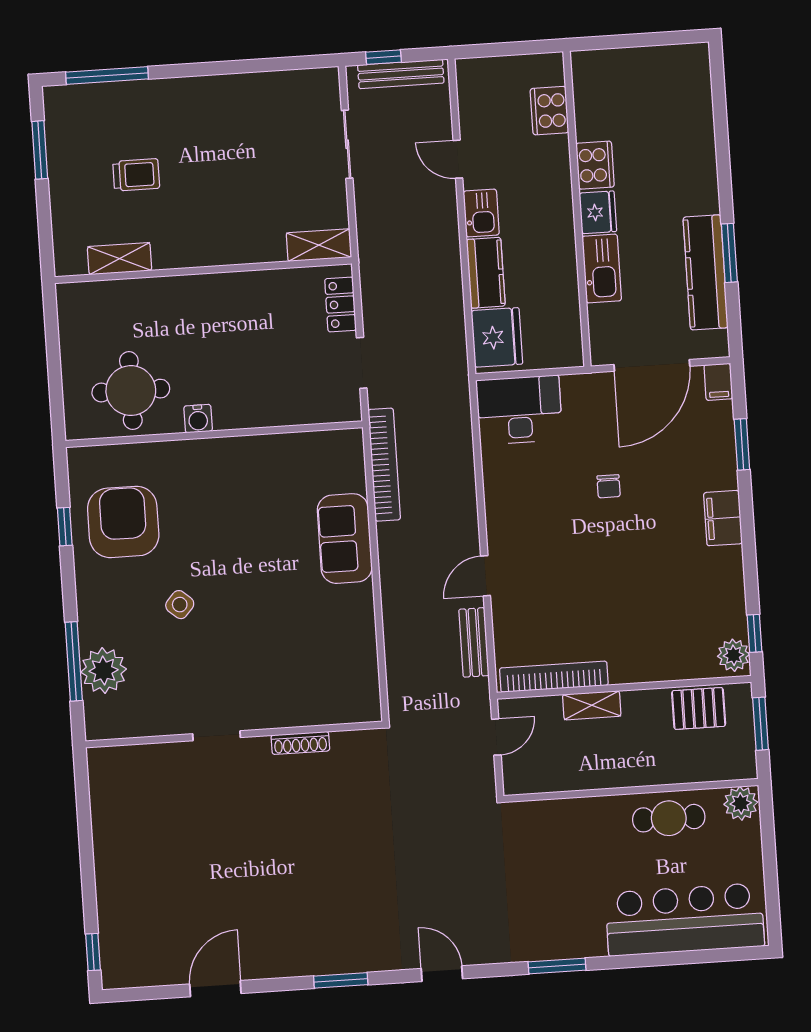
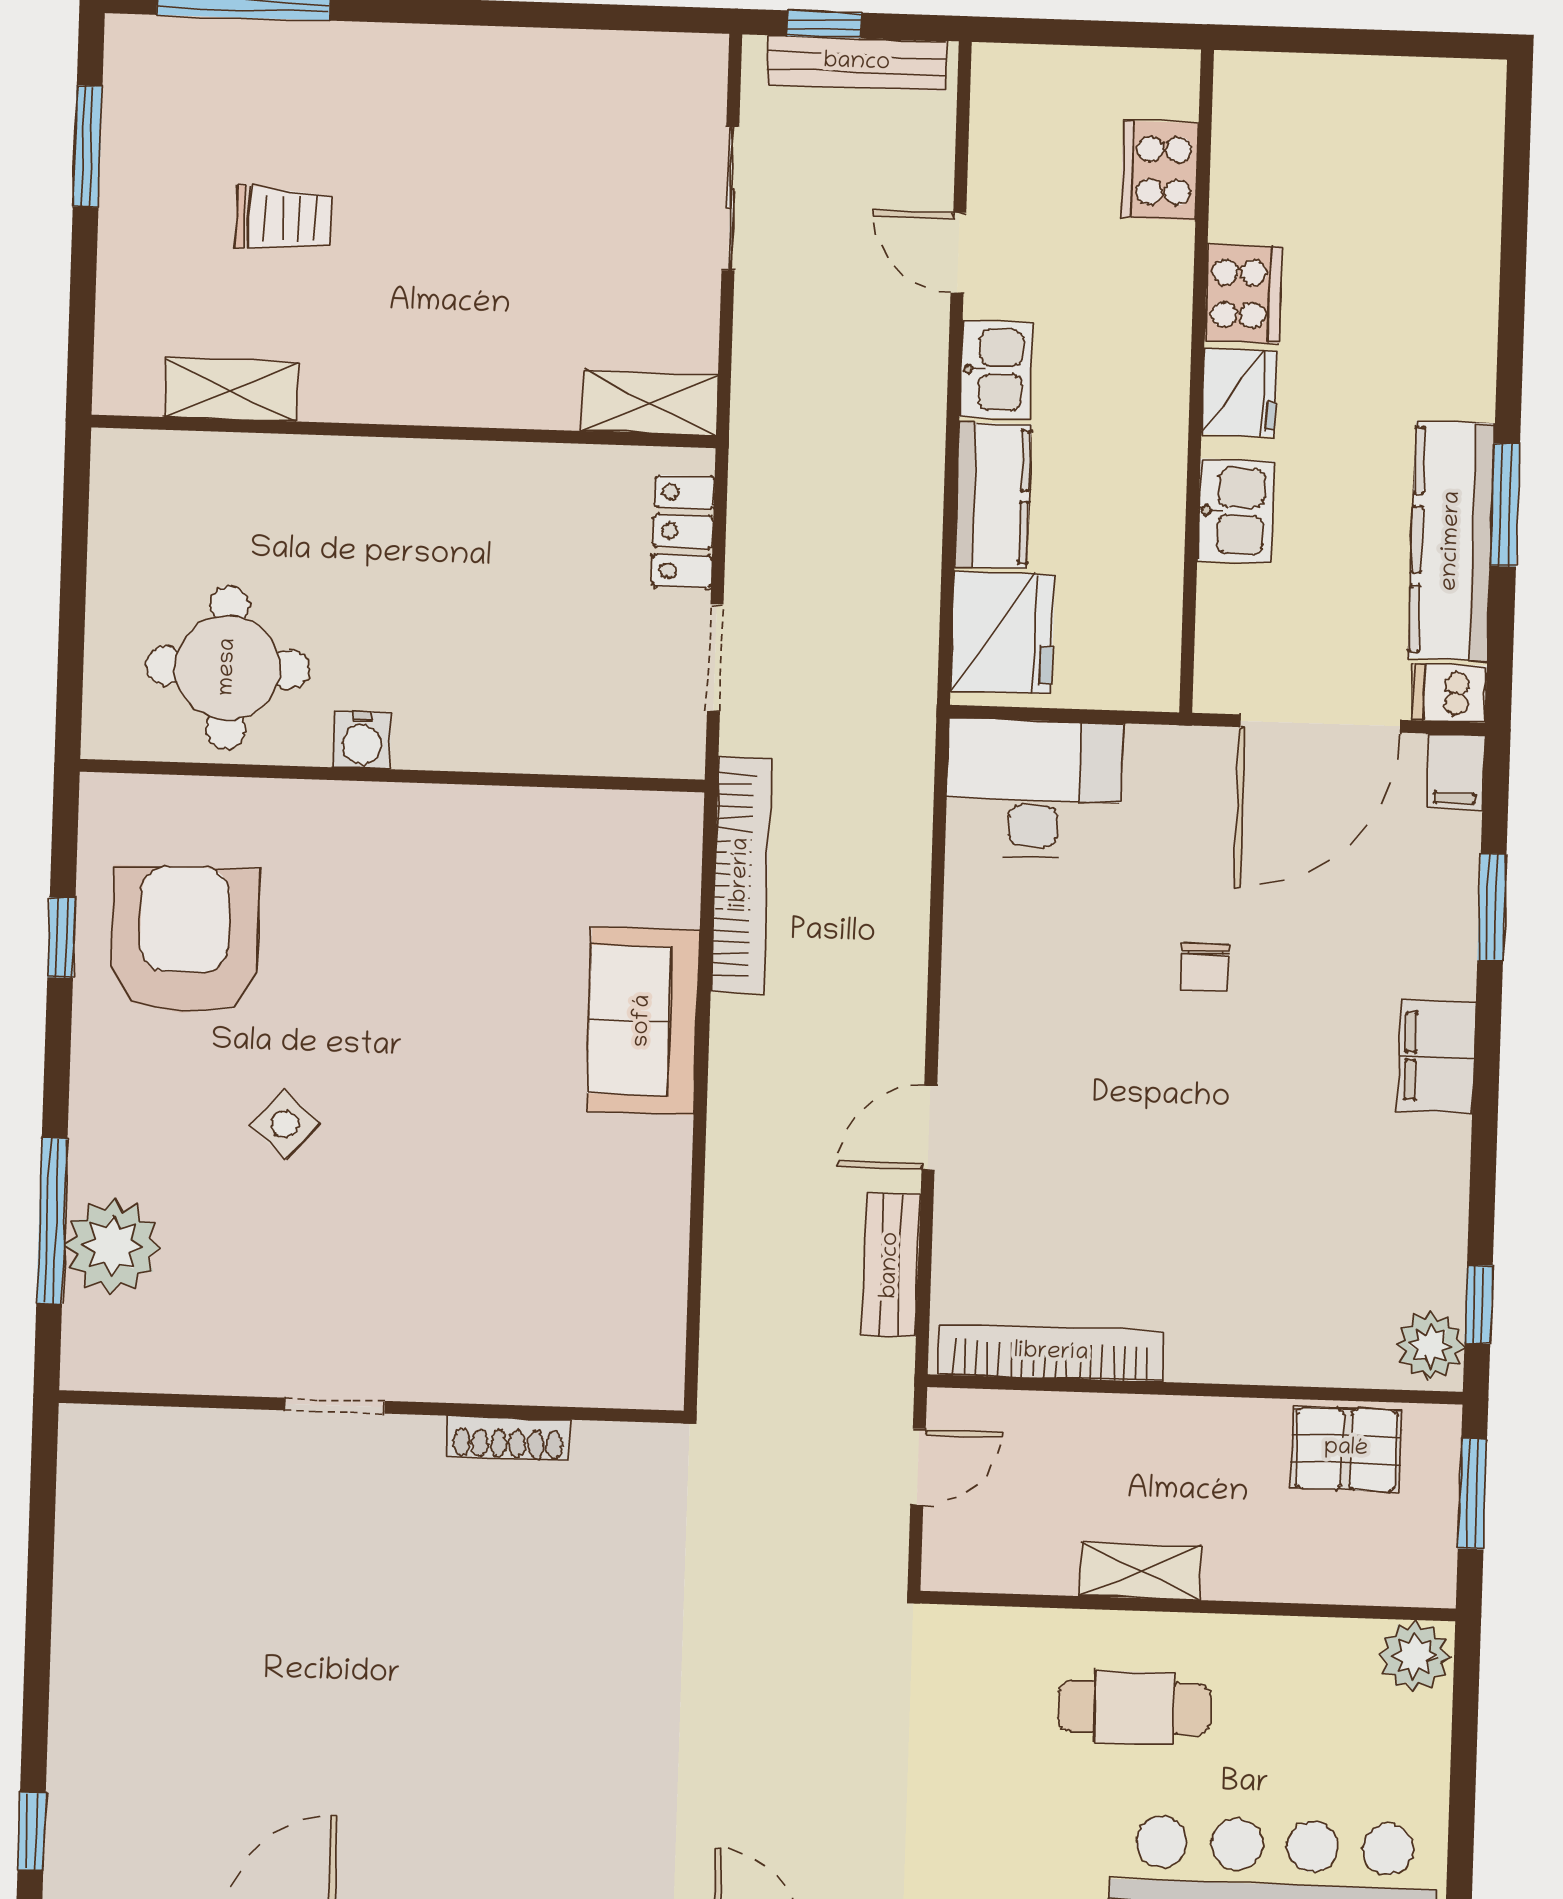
kitchen sink: (602, 268) -> (1236, 511), width x0.73
dishwasher: (712, 345) -> (1449, 693), added
shelving: (592, 705) -> (1140, 1571), moved
cafe table: (669, 818) -> (1134, 1708), moved

